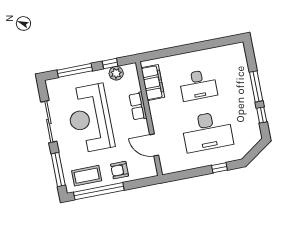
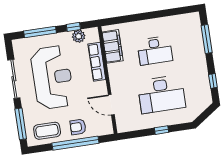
window: (256, 86) -> (207, 39), moved
row of seats: (138, 106) -> (97, 62), width x1.48
reception desk: (90, 118) -> (52, 77), turned 180
window: (219, 168) -> (162, 130), moved
window: (99, 191) -> (75, 143), moved

